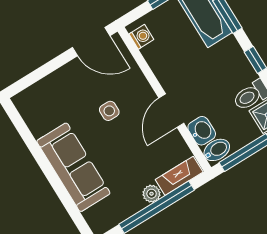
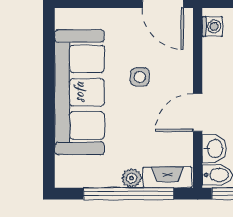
sofa: (73, 167) -> (79, 92), width x1.36, depth x1.27

